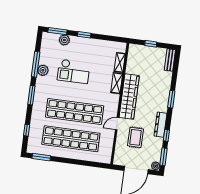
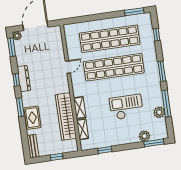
window: (84, 35) -> (105, 150), moved
plant: (43, 70) -> (159, 112), moved
wardrobe: (129, 97) -> (66, 116), moved
window: (166, 135) -> (16, 80), moved
rug: (135, 137) -> (32, 118), moved

